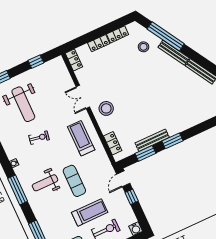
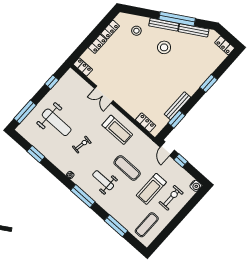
window: (166, 36) -> (177, 19), moved
stool: (106, 108) -> (164, 47), moved
treadmill: (81, 138) -> (117, 130), turned 180
window: (172, 141) -> (209, 83), moved
weight bench: (45, 183) -> (103, 180), turned 90
treadmill: (90, 212) -> (151, 189), turned 180

